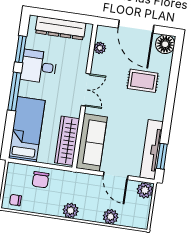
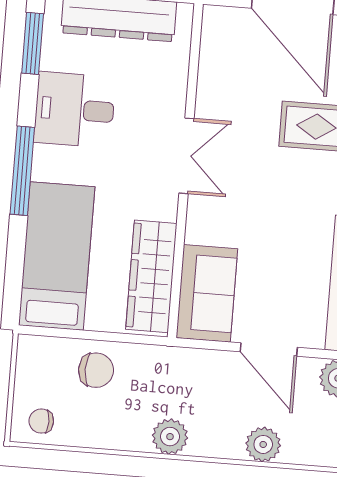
plant: (100, 48) -> (213, 57), removed
window: (21, 49) -> (33, 43), moved
sofa: (92, 142) -> (207, 293), width x0.73
chair: (41, 180) -> (96, 370), turned -90

